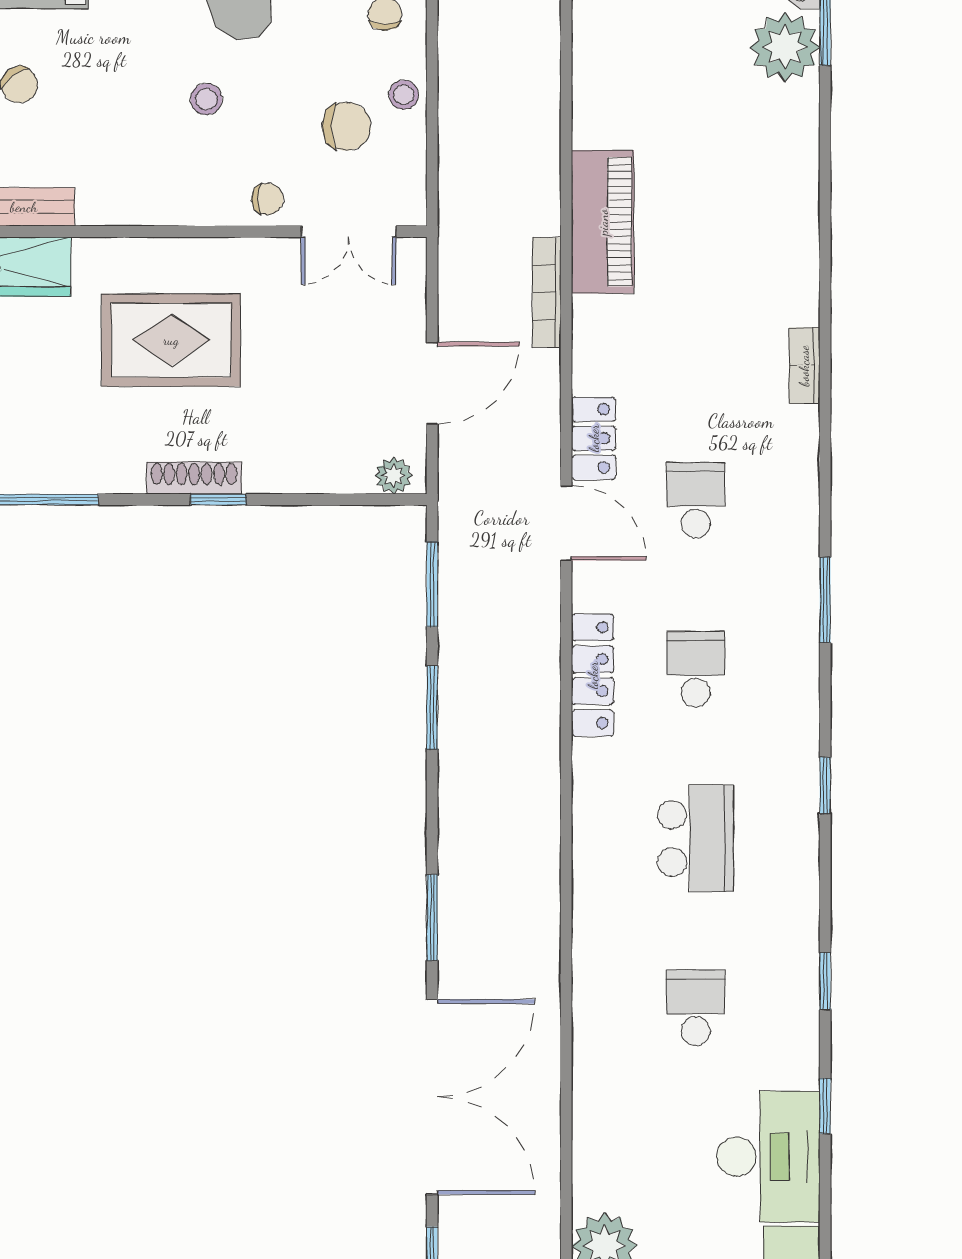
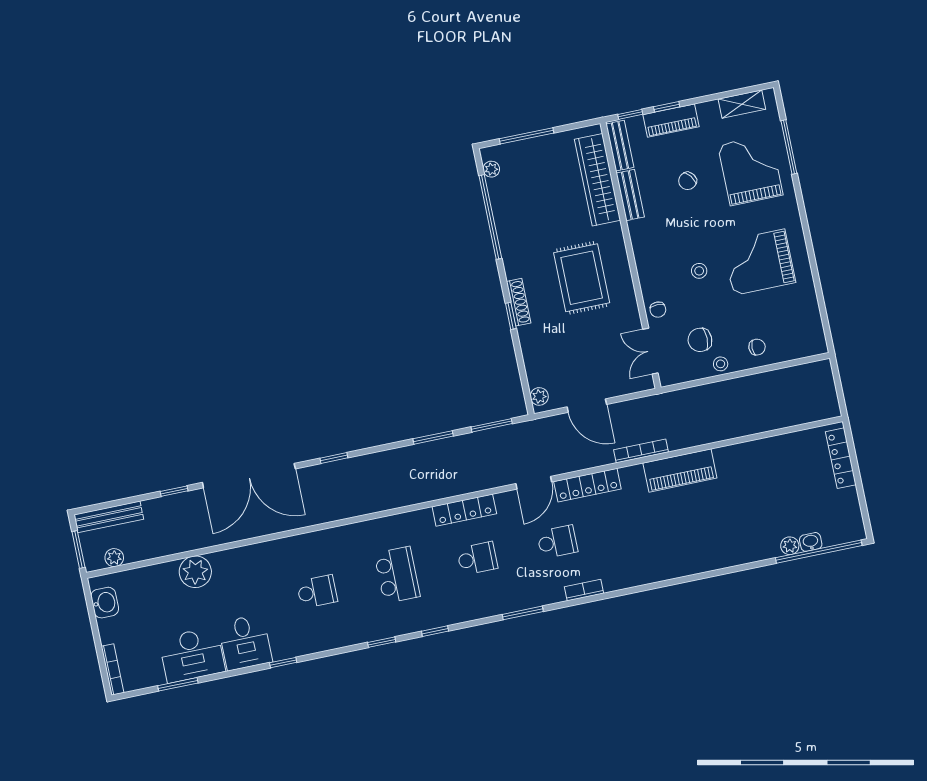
plant: (785, 47) -> (790, 546), width x0.53, depth x0.53
chair: (346, 126) -> (700, 340), turned 90
bookcase: (804, 366) -> (584, 590), moved
locker: (594, 438) -> (587, 485), width x1.53
school desk: (696, 838) -> (397, 575), turned -90
window: (432, 917) -> (334, 458), width x0.67
window: (825, 981) -> (382, 642), moved
desk: (768, 1157) -> (245, 642), width x0.73

